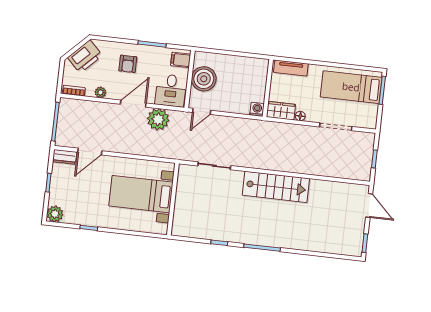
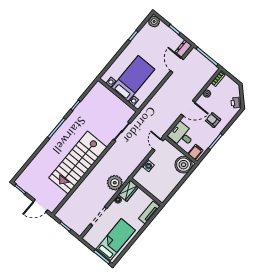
printer: (85, 57) -> (236, 103), width x0.53, depth x0.68
boiler: (204, 79) -> (184, 165), moved
door: (133, 104) -> (188, 108), hinge flipped
washing machine: (257, 109) -> (148, 166), moved
plant: (158, 119) -> (115, 183), moved
stairs: (276, 187) -> (78, 163), width x1.36, depth x1.51

